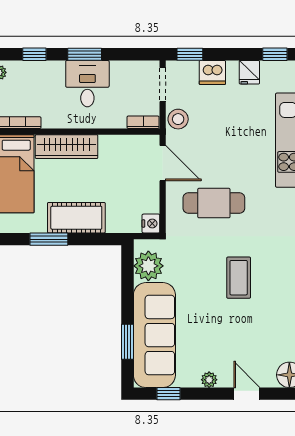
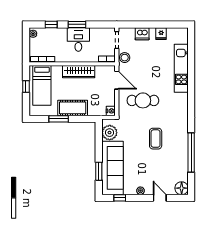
window: (190, 54) -> (131, 24), removed
window: (275, 54) -> (174, 24), removed
wardrobe: (67, 147) -> (79, 72), moved

